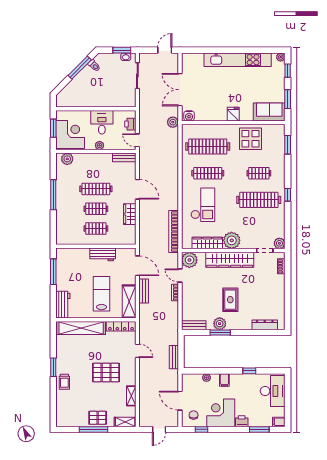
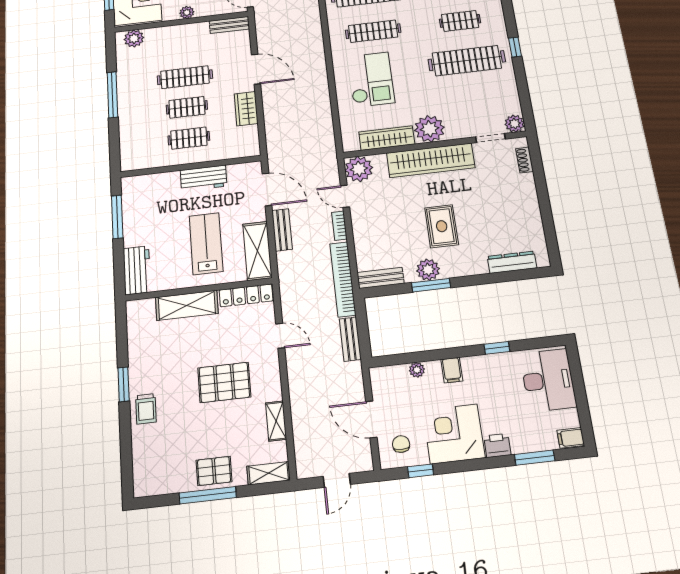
bookcase: (174, 232) -> (343, 279), moved
shelving: (81, 328) -> (187, 305), width x0.68

